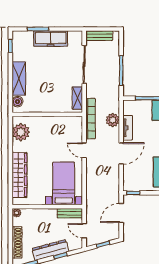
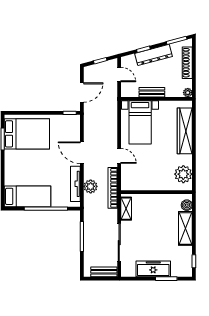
tv unit: (128, 128) -> (75, 184), width x1.41
door: (121, 153) -> (82, 153), hinge flipped
bench: (70, 213) -> (152, 92), moved

